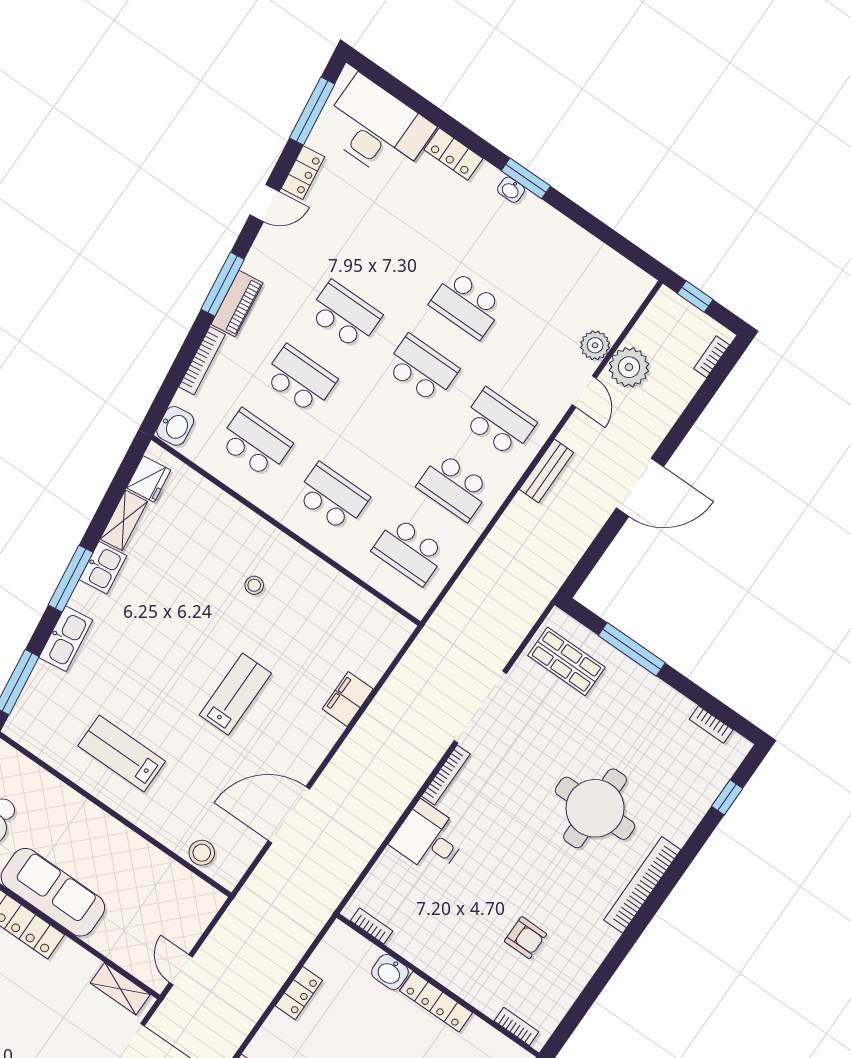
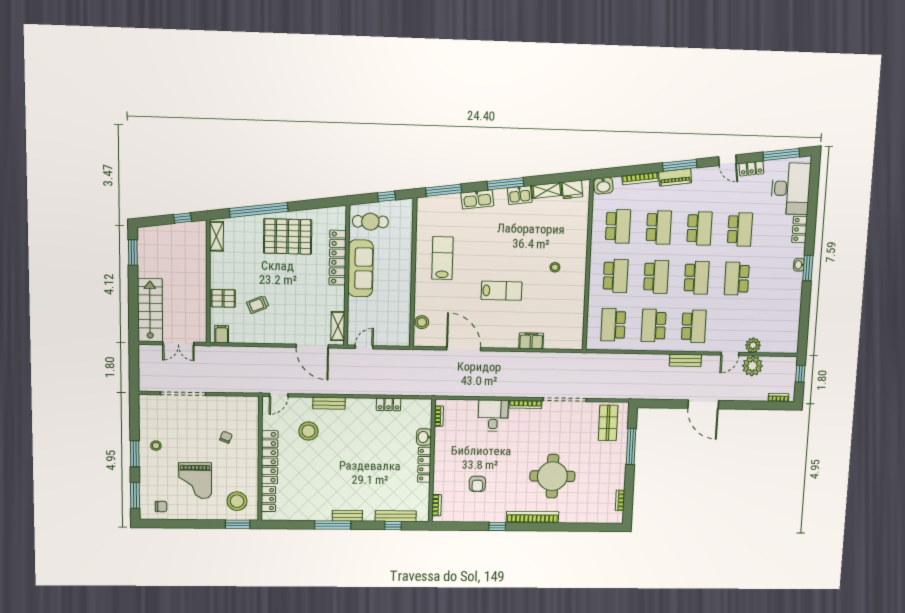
school desk: (389, 251) -> (740, 229), added
school desk: (377, 433) -> (656, 277), added
window: (727, 797) -> (497, 526), moved

